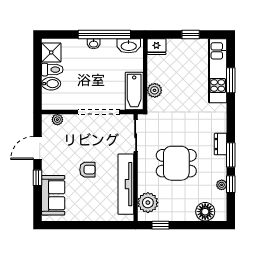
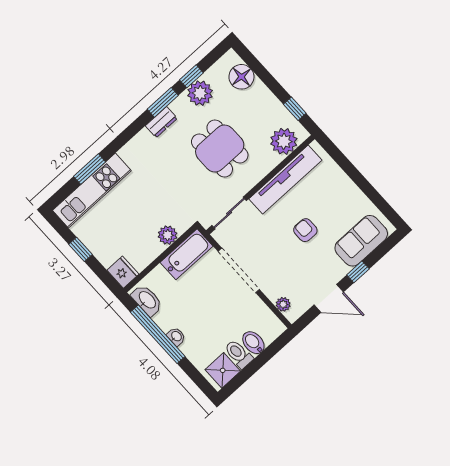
plant: (222, 185) -> (200, 93), width x1.88, depth x1.88

